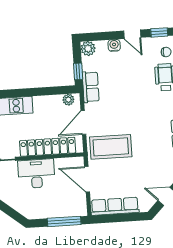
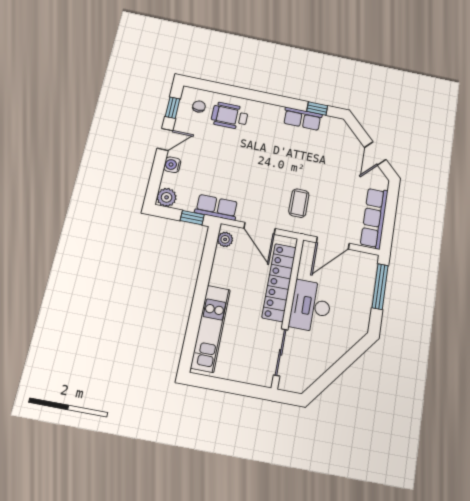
coffee table: (111, 147) -> (299, 203), width x0.54, depth x0.58

